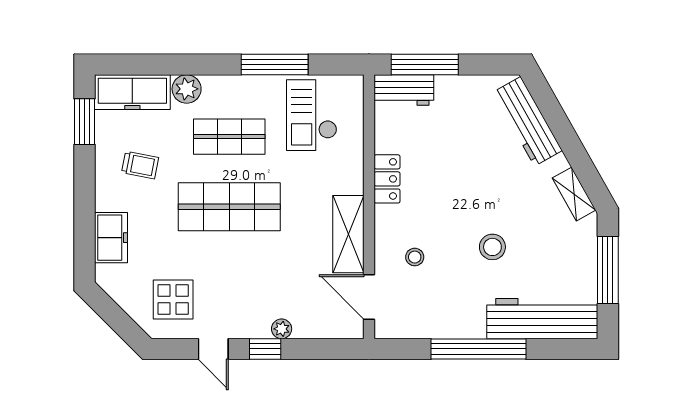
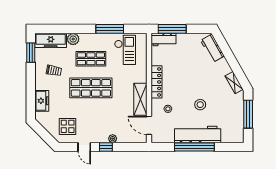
checkout: (312, 115) -> (125, 50), turned 180
workbench: (528, 121) -> (212, 48), width x0.73
locker: (387, 179) -> (156, 82), width x1.53
workbench: (542, 319) -> (198, 134), moved

